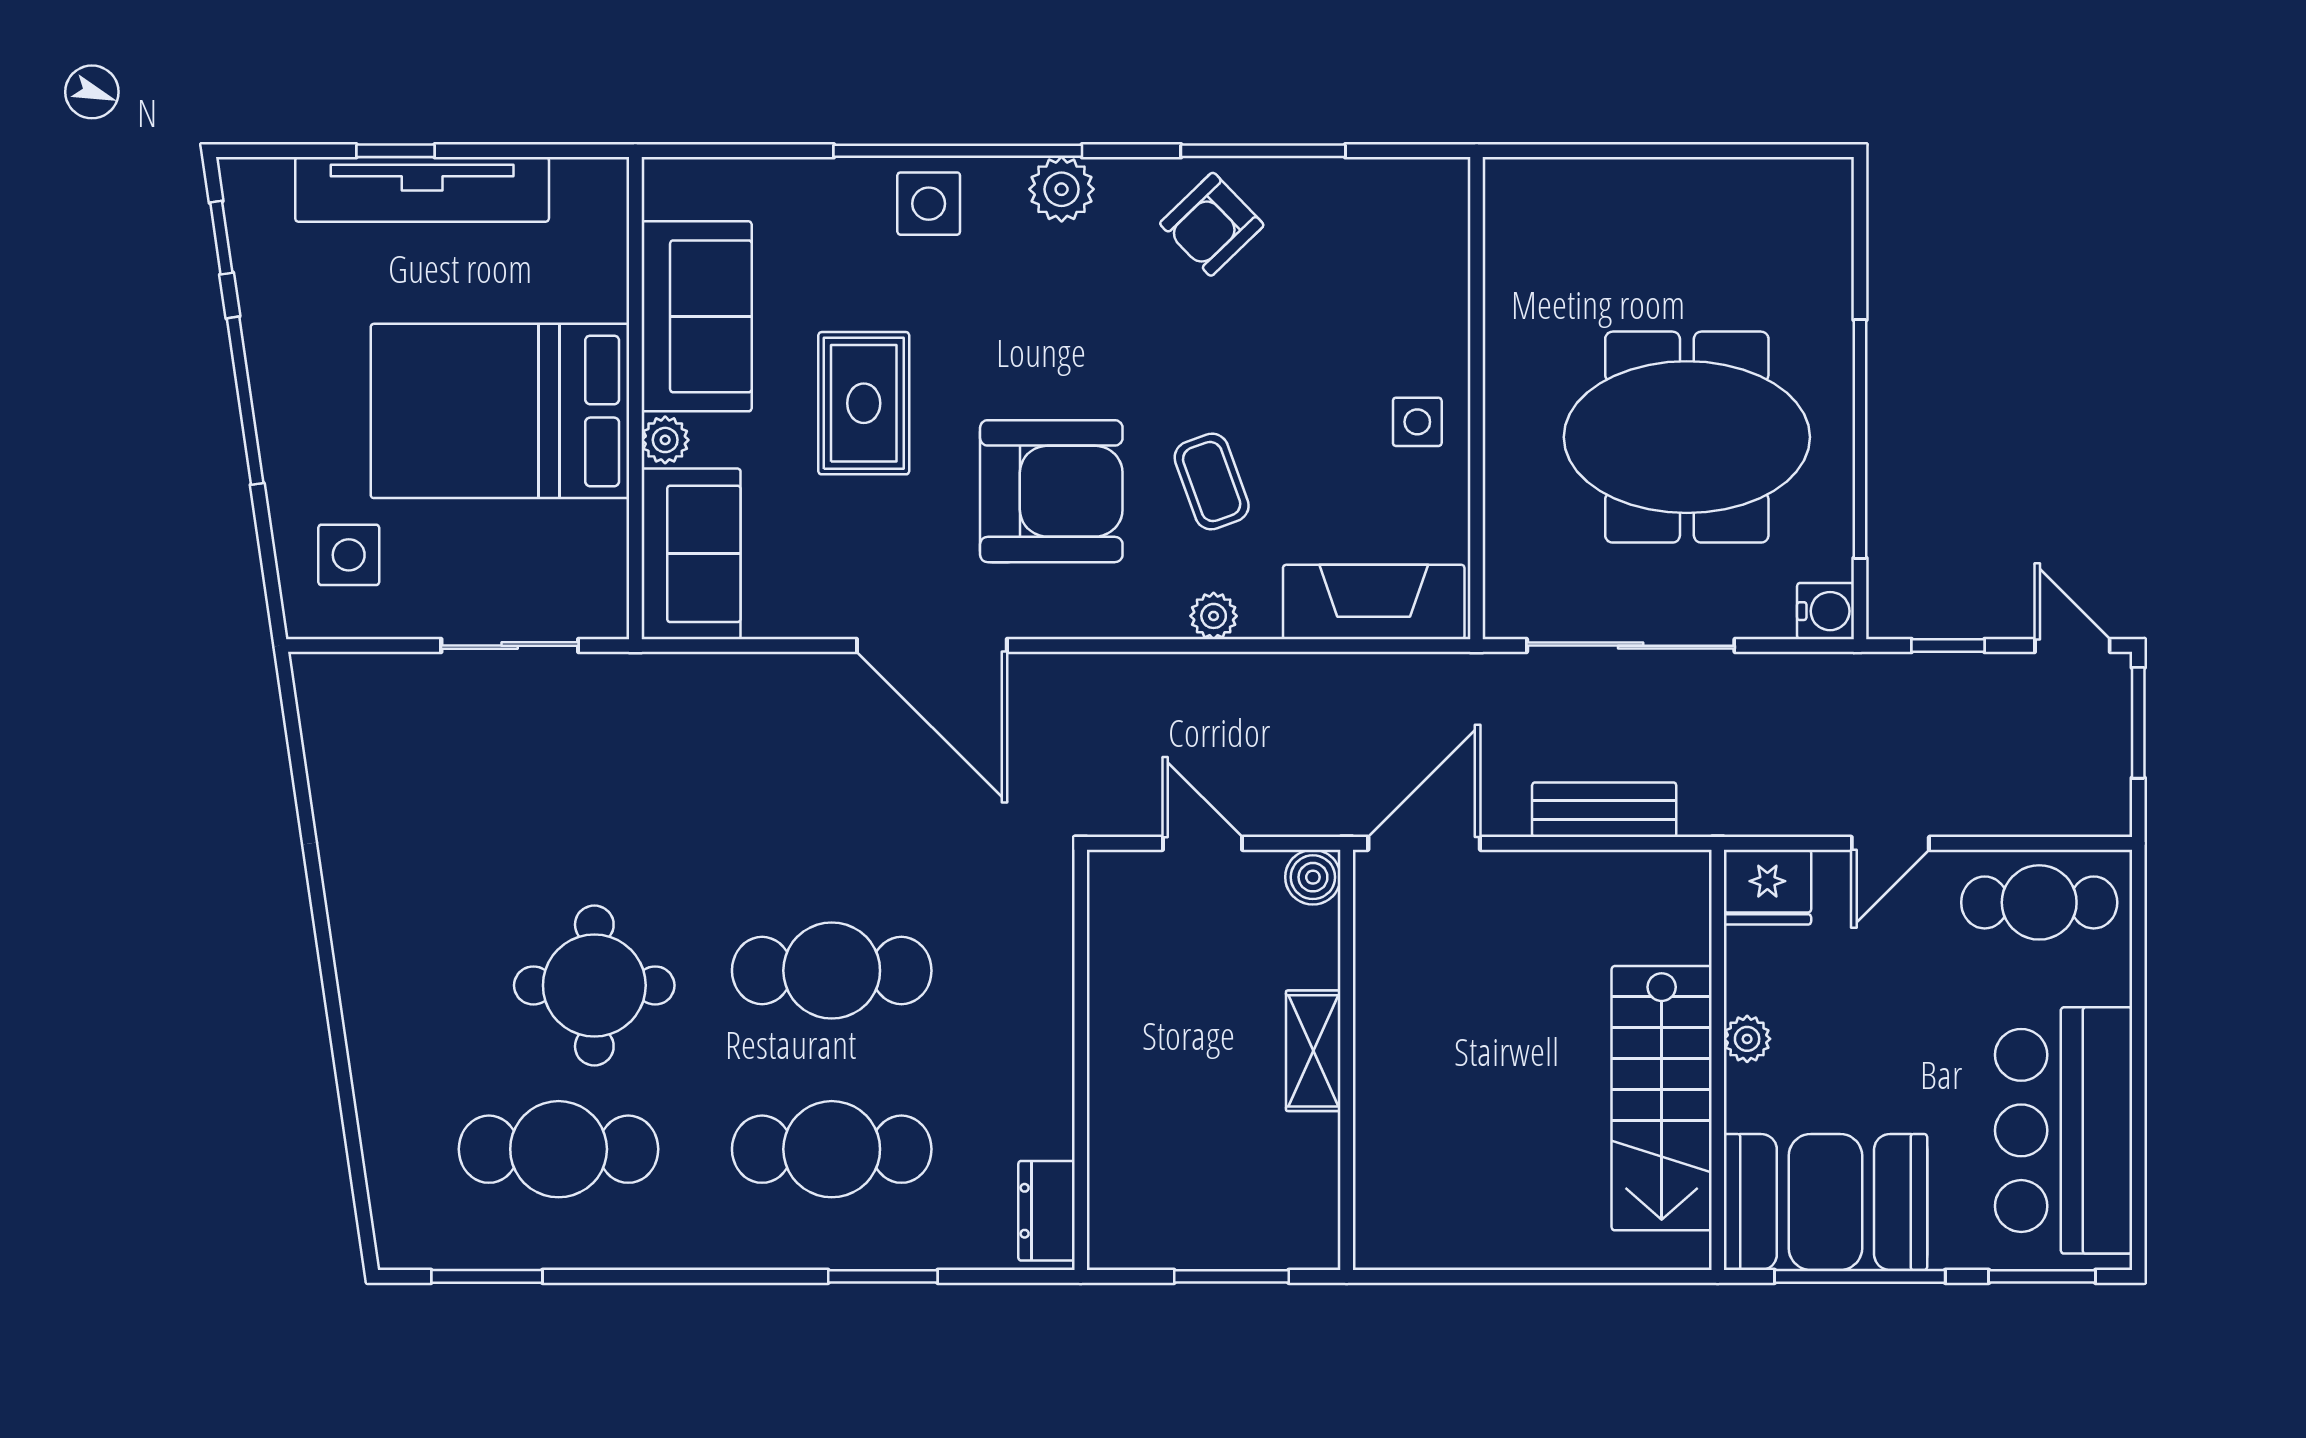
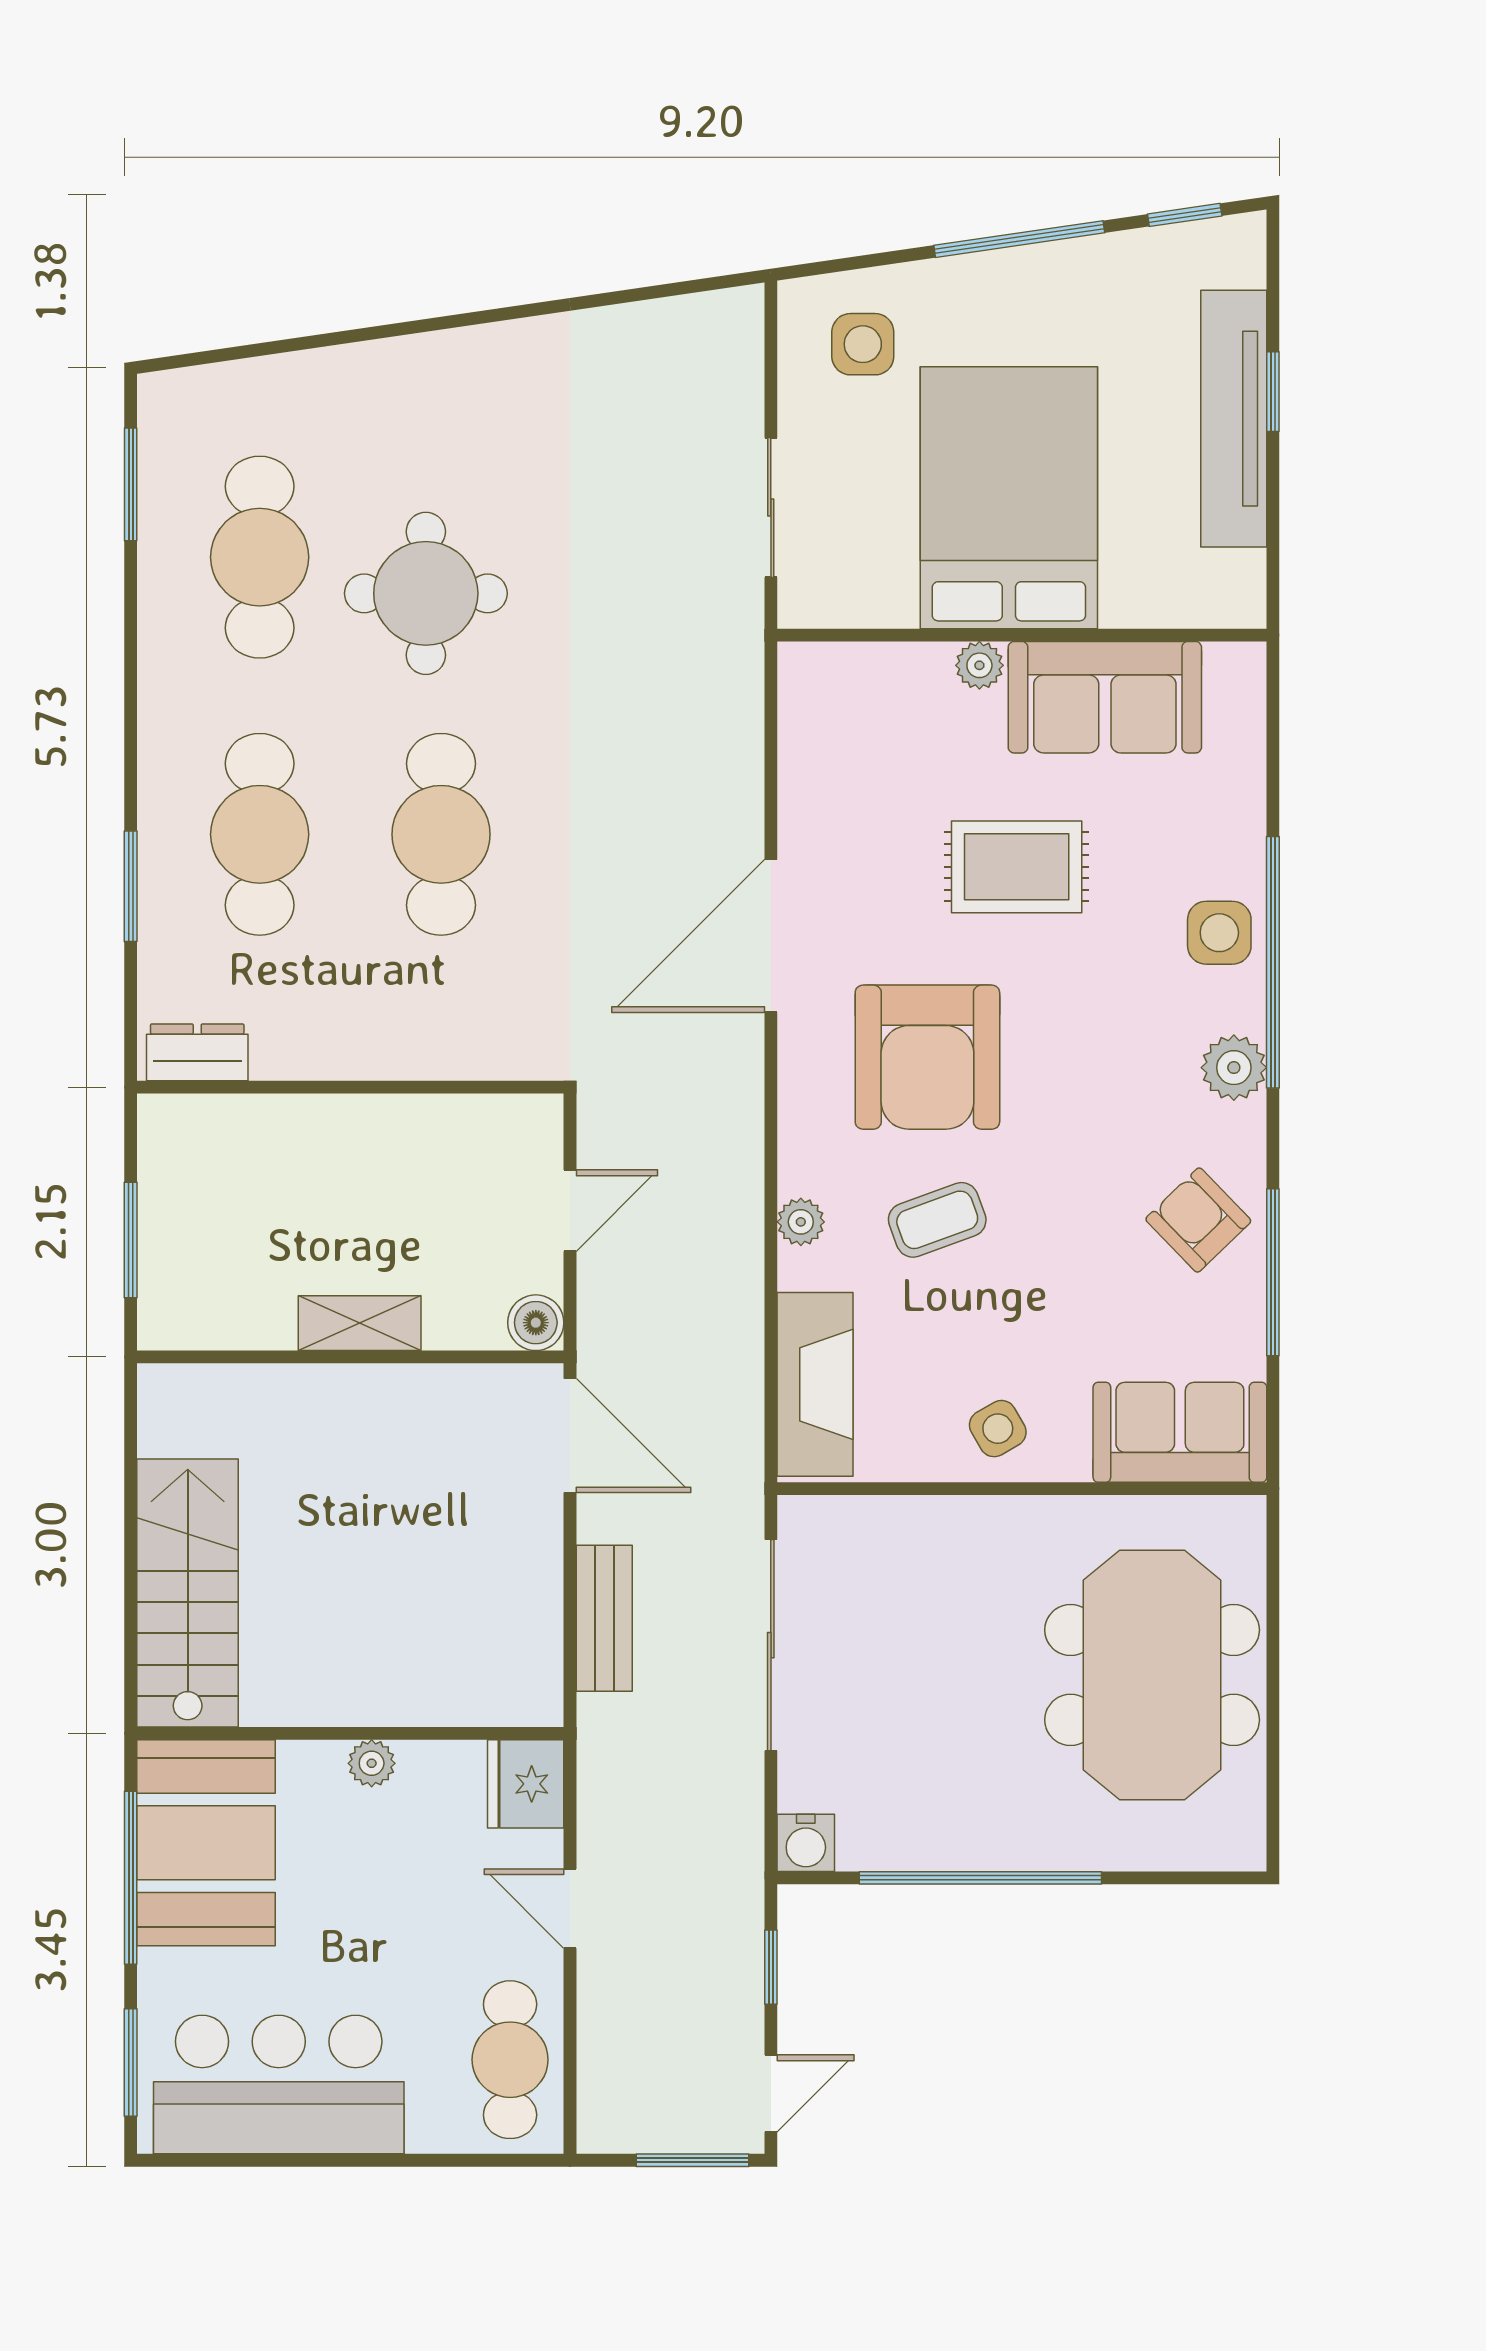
side table: (1417, 422) -> (998, 1429), turned -30
meeting table: (1687, 437) -> (1152, 1675), moved
sofa: (691, 554) -> (1180, 1432), moved, turned 180
stairs: (1662, 1098) -> (188, 1593), moved, turned 90

